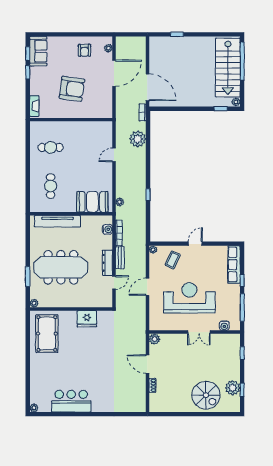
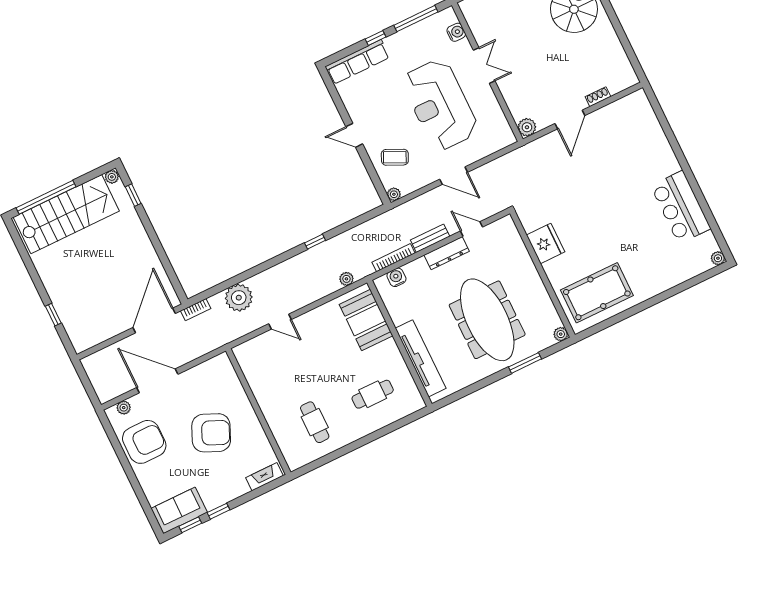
armchair: (84, 50) -> (144, 442), width x1.88, depth x1.88
armchair: (72, 89) -> (211, 433), turned 106

